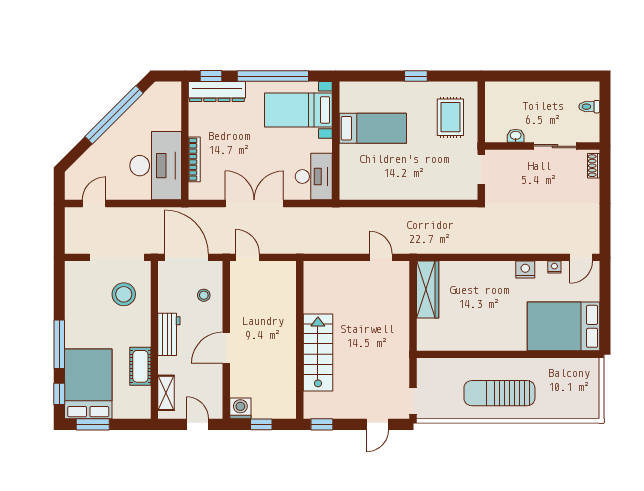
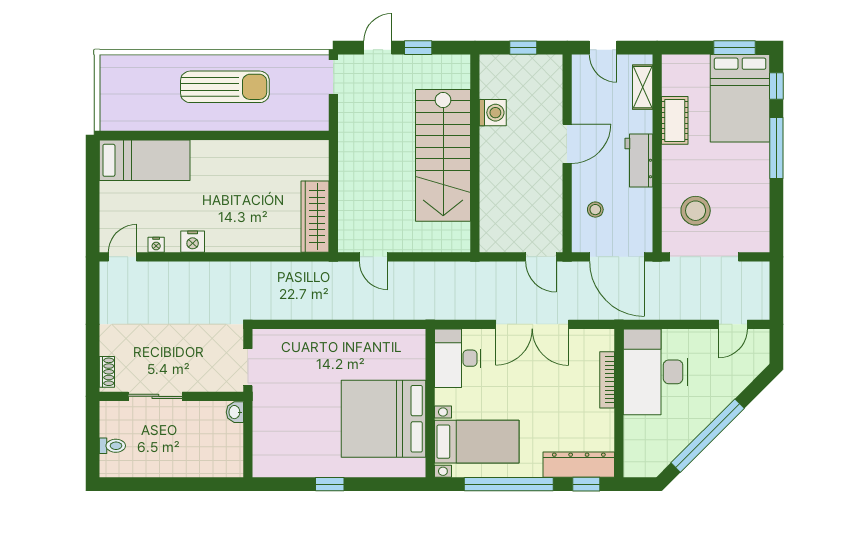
rug: (450, 117) -> (286, 433), removed
bed: (373, 128) -> (383, 419), width x2.04
washbasin: (516, 136) -> (235, 412), moved, turned 90
bed: (563, 326) -> (145, 160), width x0.67
stairs: (318, 352) -> (443, 155), width x1.36, depth x1.51
washing machine: (240, 408) -> (493, 113), moved, turned -90
window: (322, 424) -> (418, 48), moved

